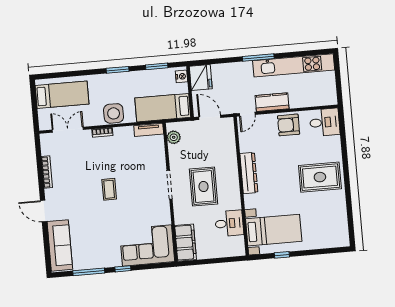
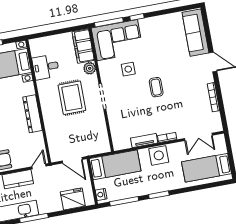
window: (157, 66) -> (124, 201), width x1.44
fridge: (201, 77) -> (73, 199), moved, turned 90
tv unit: (149, 130) -> (144, 140), moved
plant: (174, 137) -> (90, 68), moved
side table: (138, 212) -> (128, 69), added
window: (89, 272) -> (109, 22), moved

